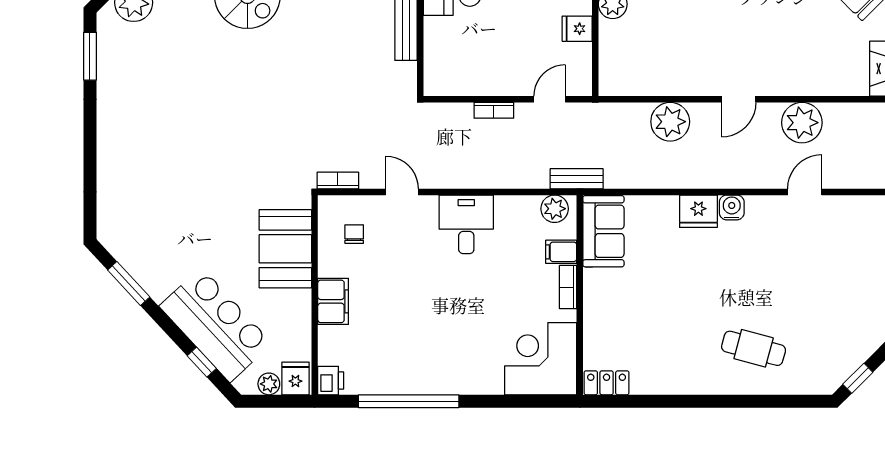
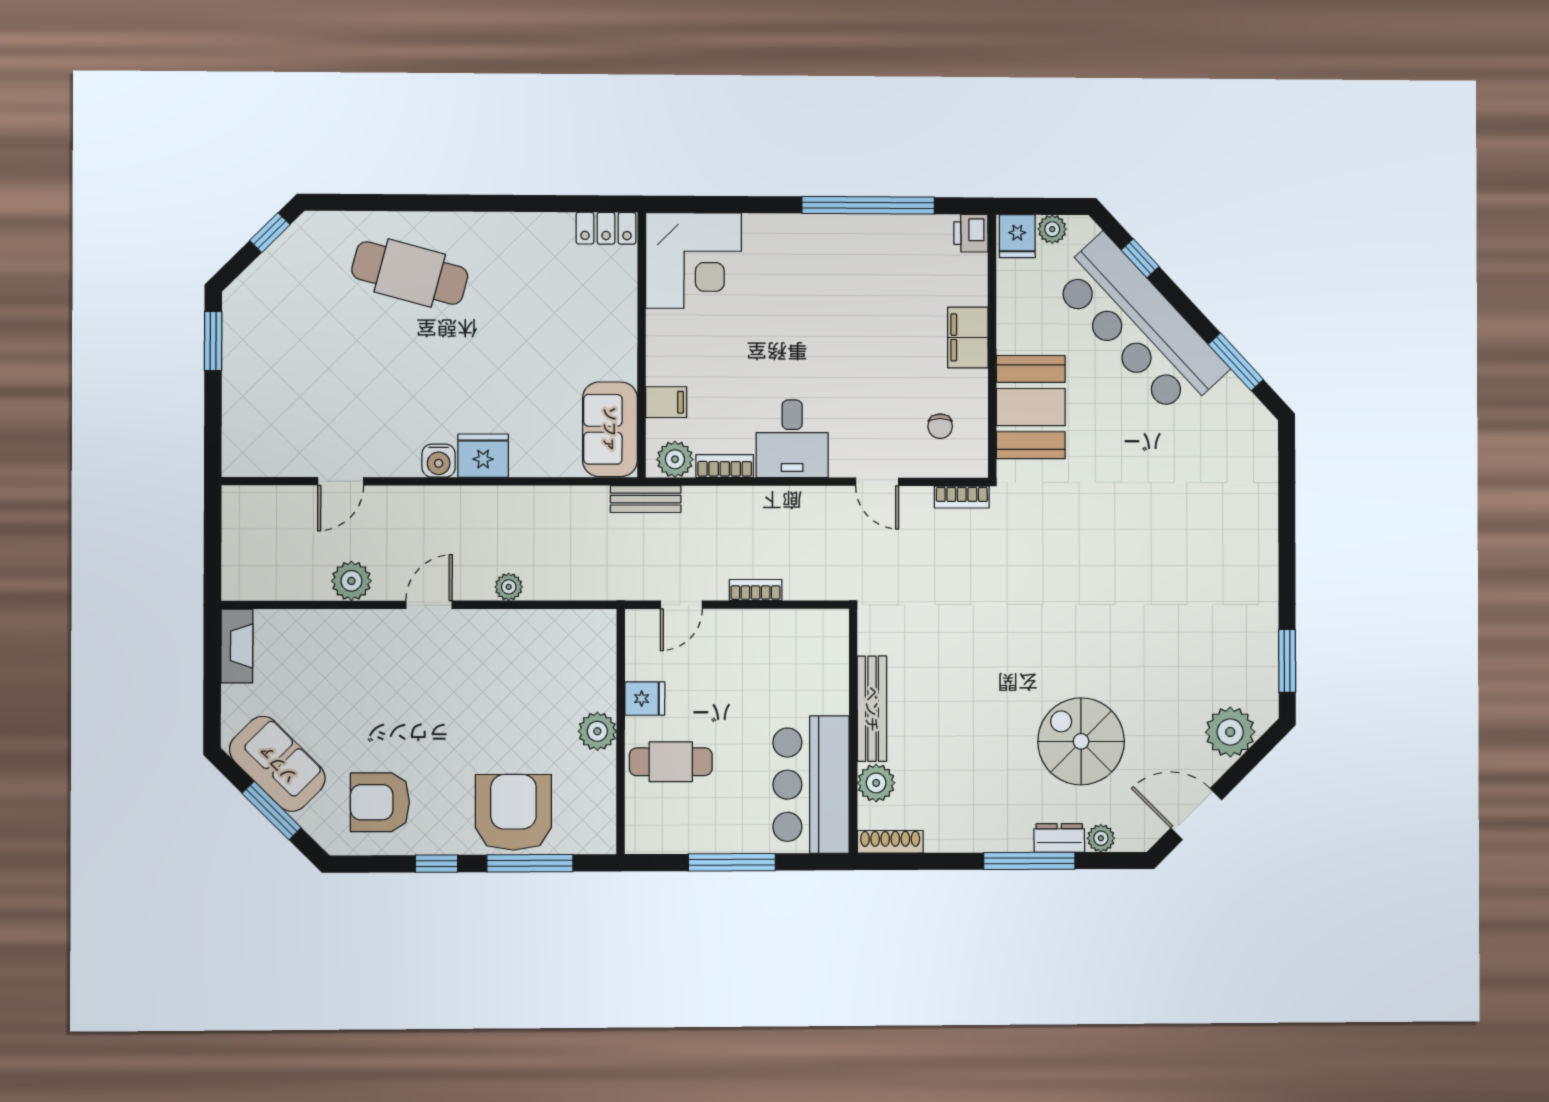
plant: (670, 122) -> (509, 587), width x0.53, depth x0.53
plant: (802, 123) -> (351, 581), width x0.73, depth x0.73
bookcase: (568, 287) -> (725, 466), moved, turned -90
bar counter: (216, 325) -> (1139, 326), width x1.36
cafe table: (754, 348) -> (410, 273), width x1.37, depth x1.35

